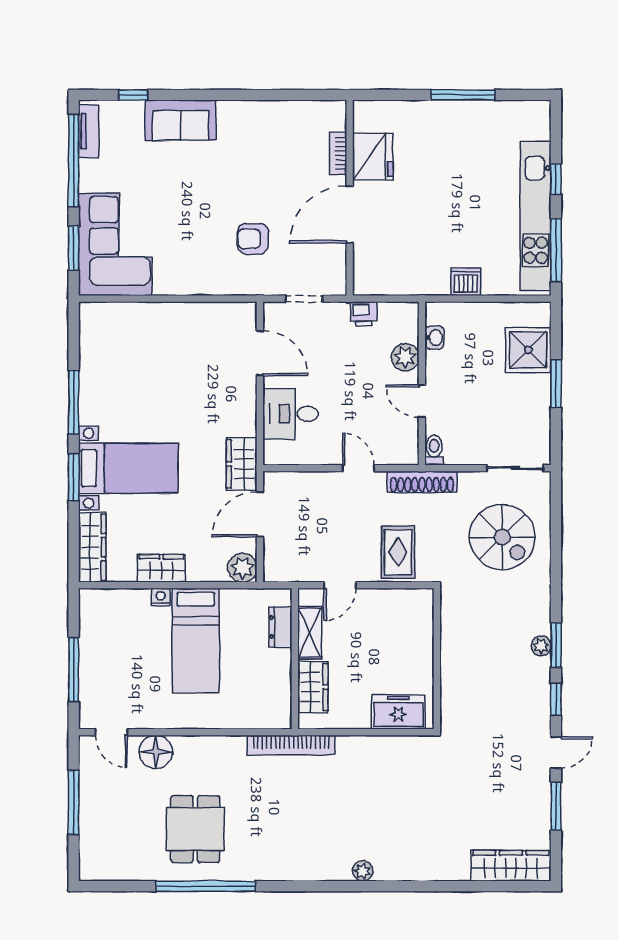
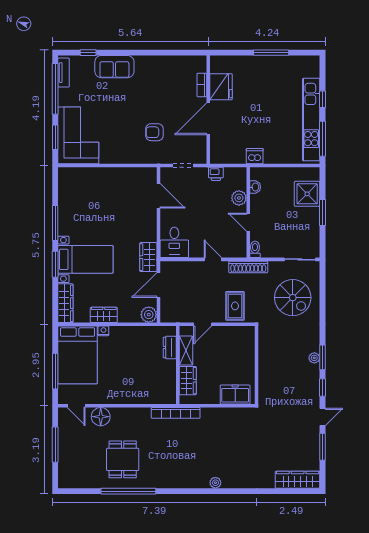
dishwasher: (466, 282) -> (255, 156), moved
desk: (291, 414) -> (174, 242), moved, turned -90
bed: (196, 641) -> (78, 355), moved, width x1.50

